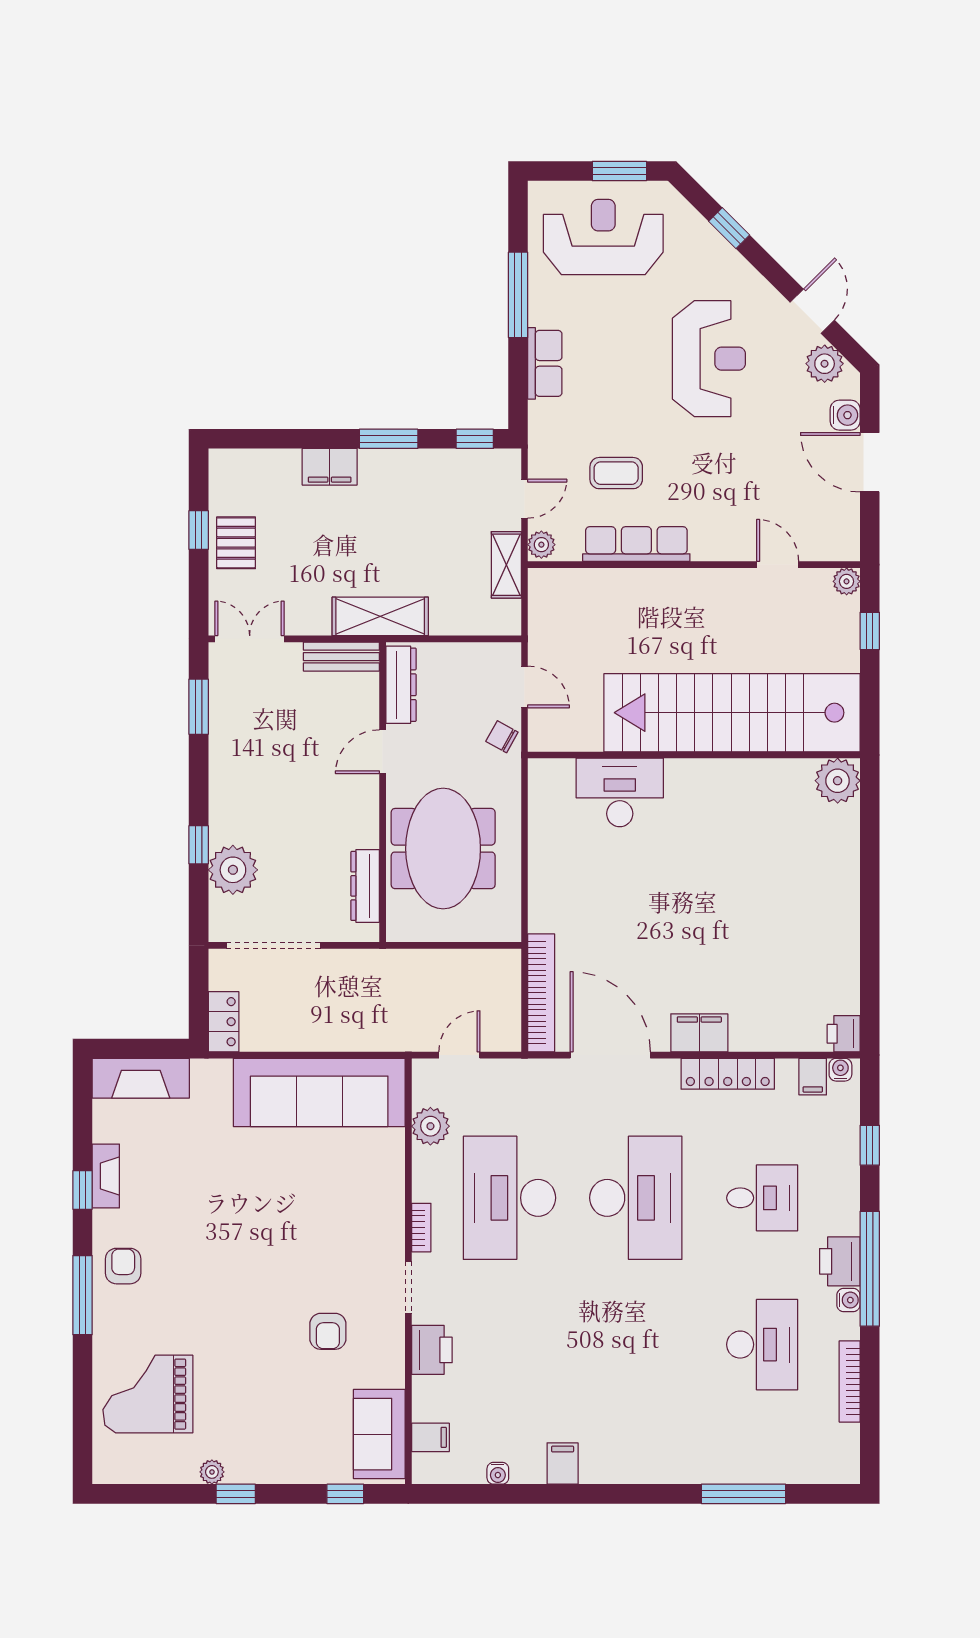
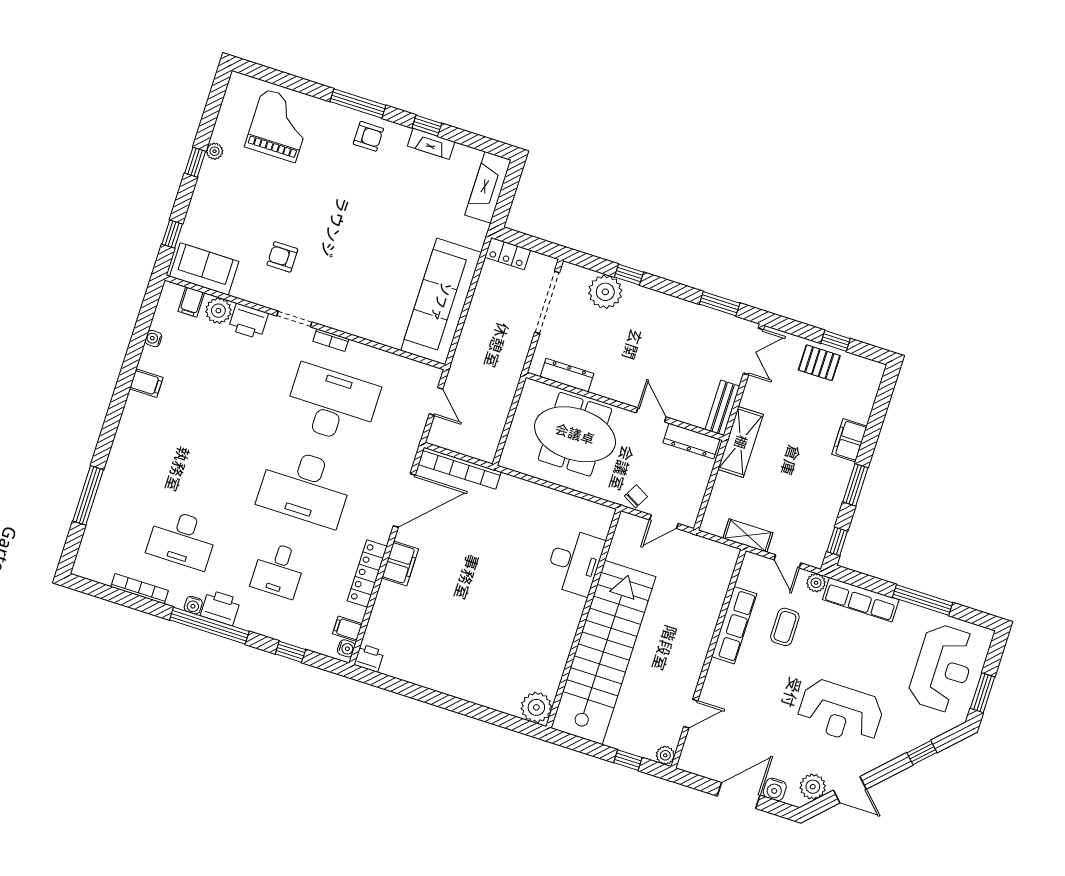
row of seats: (545, 363) -> (861, 600), width x1.48
plant: (541, 545) -> (816, 583), moved
plant: (430, 1126) -> (218, 311), moved

